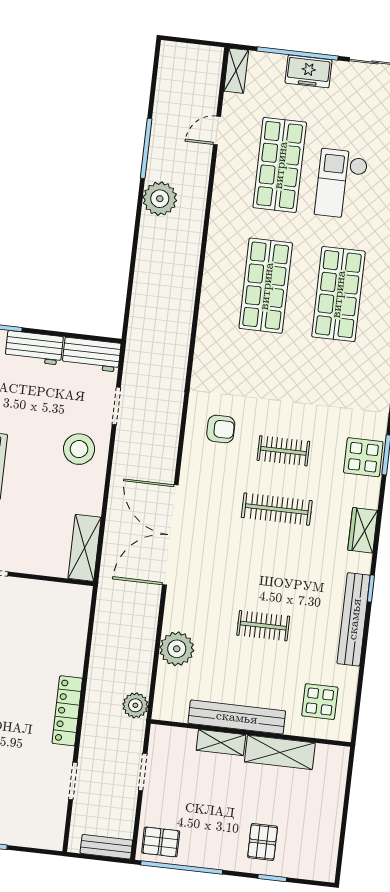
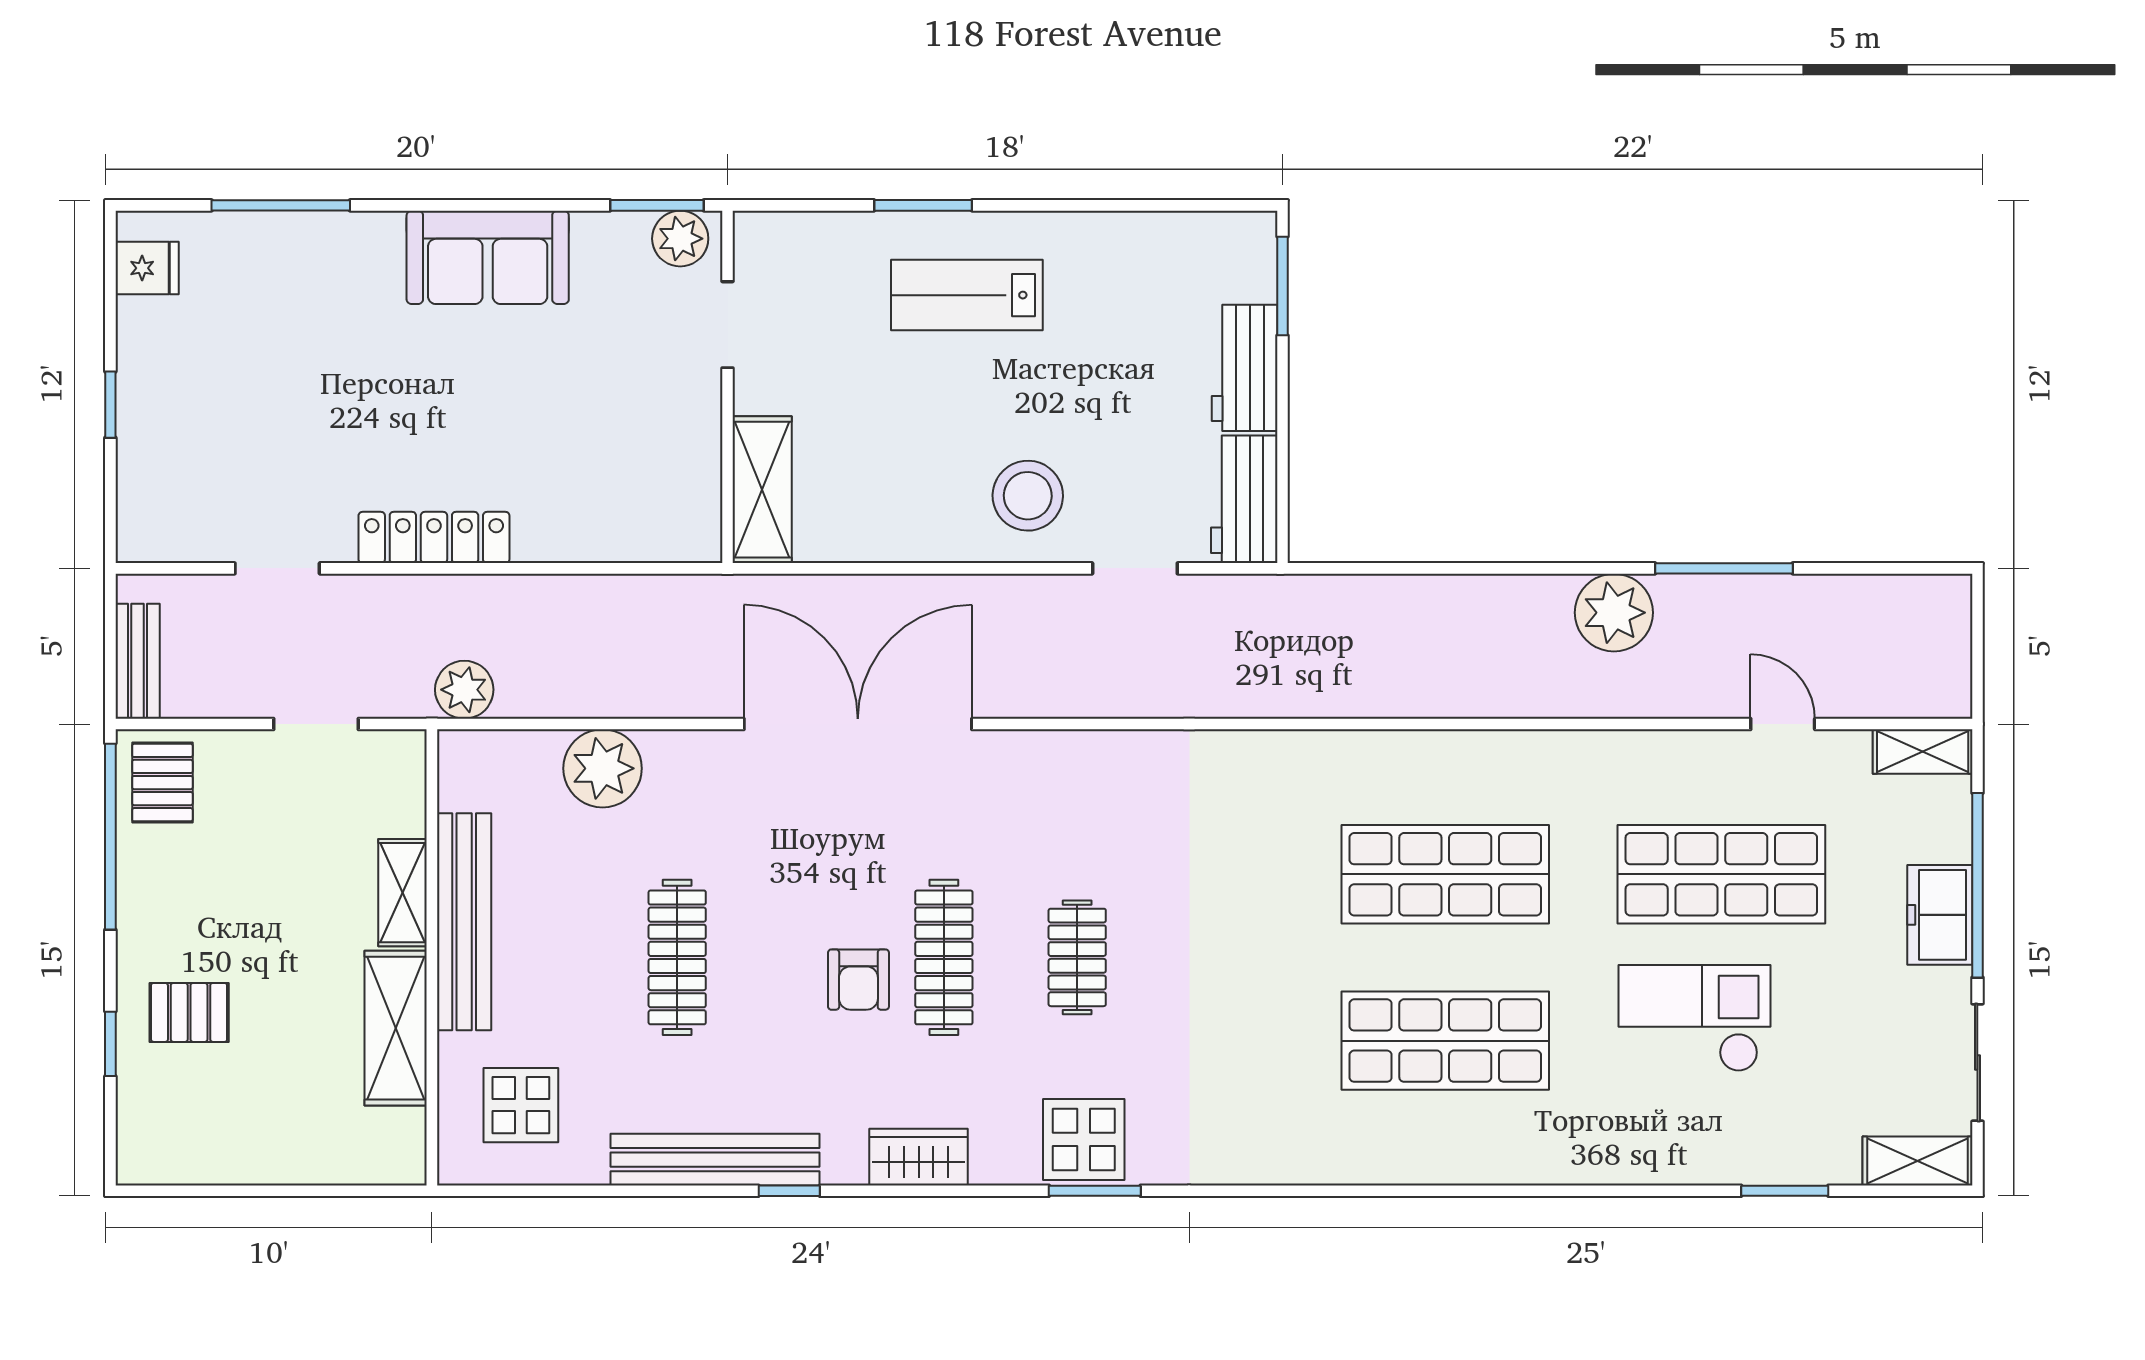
armchair: (221, 429) -> (858, 980), moved
shelving: (84, 548) -> (762, 490), moved, turned 90
clothes rail: (263, 626) -> (677, 957), width x1.36

